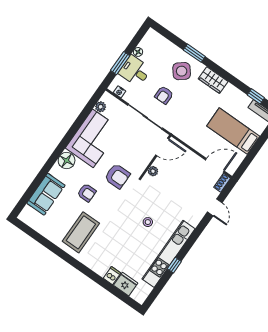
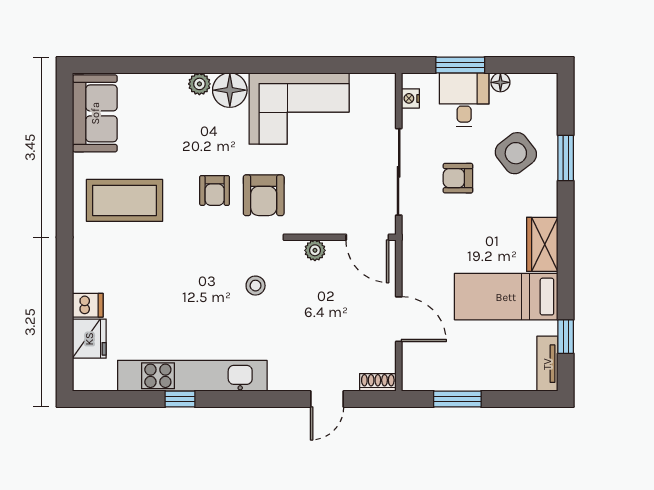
window: (194, 53) -> (566, 158), moved
side table: (182, 71) -> (516, 153), moved
plant: (101, 107) -> (199, 84), moved
bed: (233, 131) -> (506, 297), moved, turned -90
window: (251, 156) -> (457, 399), added
door: (215, 165) -> (399, 319), moved
armchair: (87, 193) -> (215, 191), moved
sofa: (46, 194) -> (95, 113), moved, turned -90
stool: (148, 222) -> (256, 286), moved

